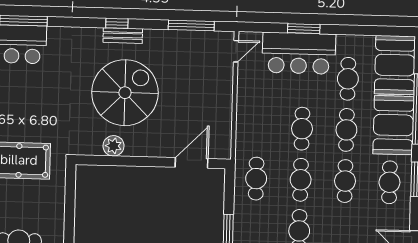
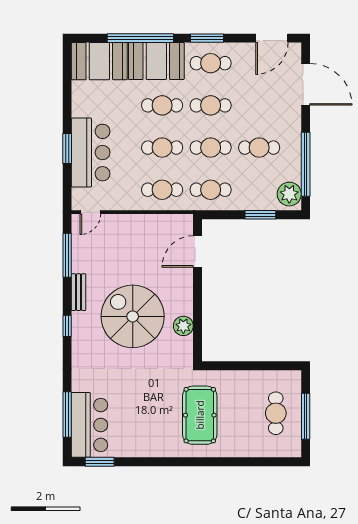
bench: (123, 36) -> (79, 292), moved
door: (236, 51) -> (90, 212), swing flipped
cafe table: (348, 79) -> (162, 190), moved
door: (191, 163) -> (198, 251), hinge flipped

